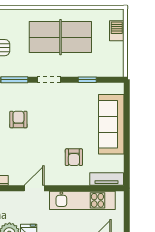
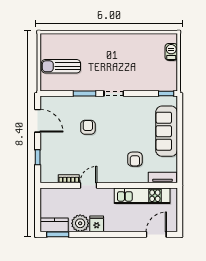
table tennis table: (60, 37) -> (123, 57), removed
window: (87, 80) -> (166, 93), moved
door: (34, 188) -> (88, 185), moved

